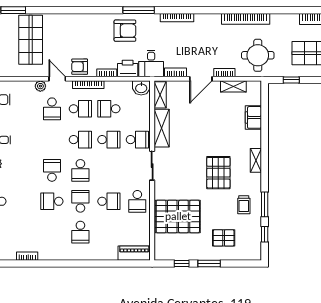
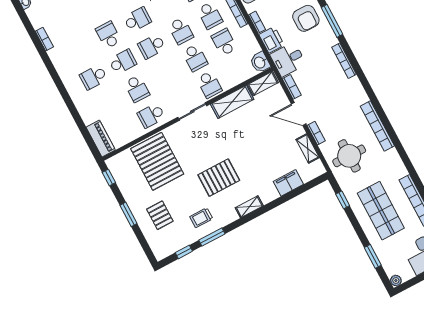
window: (182, 264) -> (109, 177), moved

